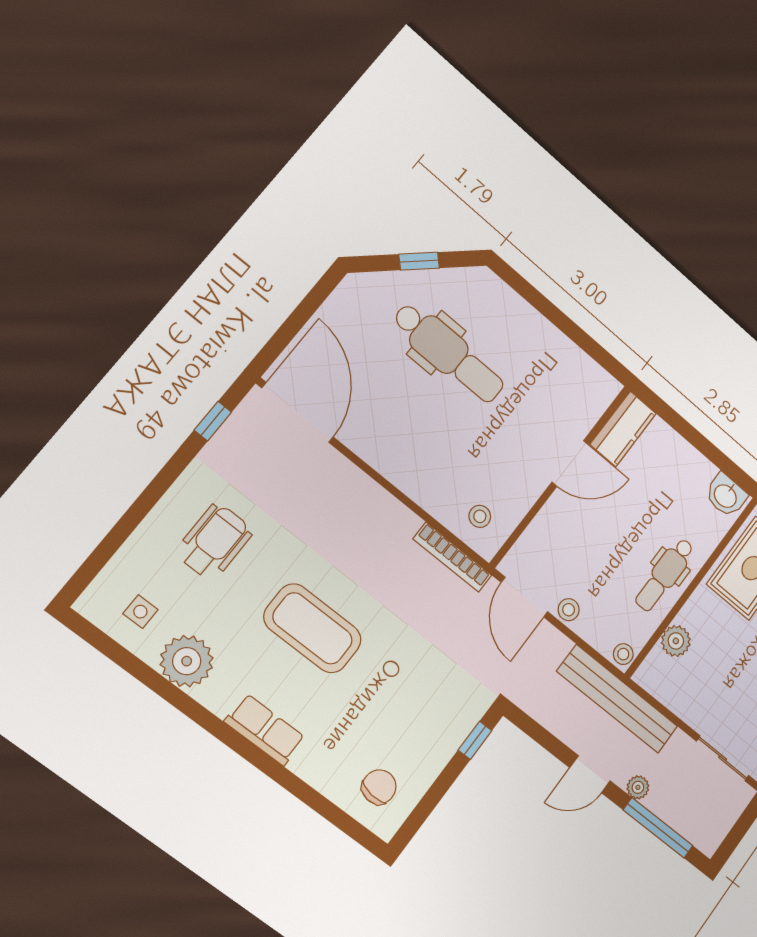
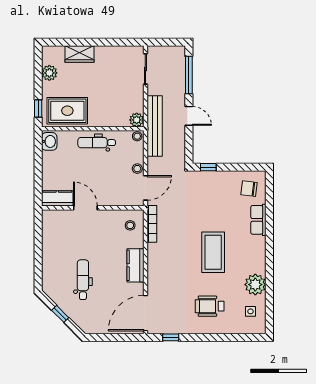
dental chair: (449, 353) -> (83, 280), width x0.73, depth x0.72
kitchen counter: (401, 467) -> (135, 265), added
dental chair: (665, 575) -> (97, 143), turned 180
plant: (676, 641) -> (137, 120), moved
row of seats: (265, 730) -> (258, 220), moved
plant: (638, 787) -> (180, 94), removed

